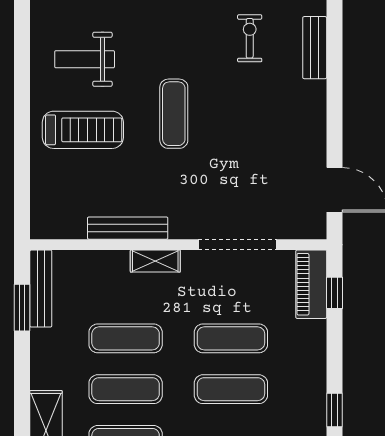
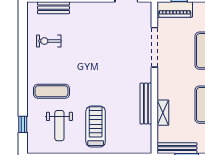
exercise mat: (174, 114) -> (51, 91), moved
shelving: (155, 261) -> (163, 113), moved

